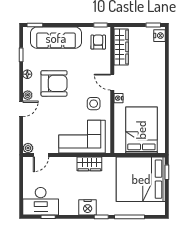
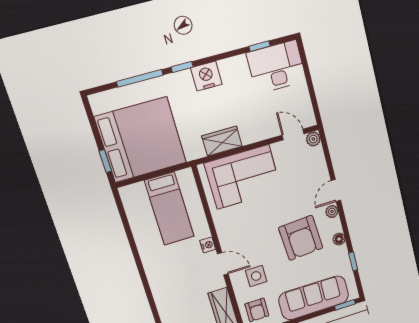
armchair: (54, 83) -> (301, 238), turned -94
side table: (94, 104) -> (256, 276), moved
bed: (141, 130) -> (169, 209), width x0.67
door: (41, 155) -> (293, 134), hinge flipped

